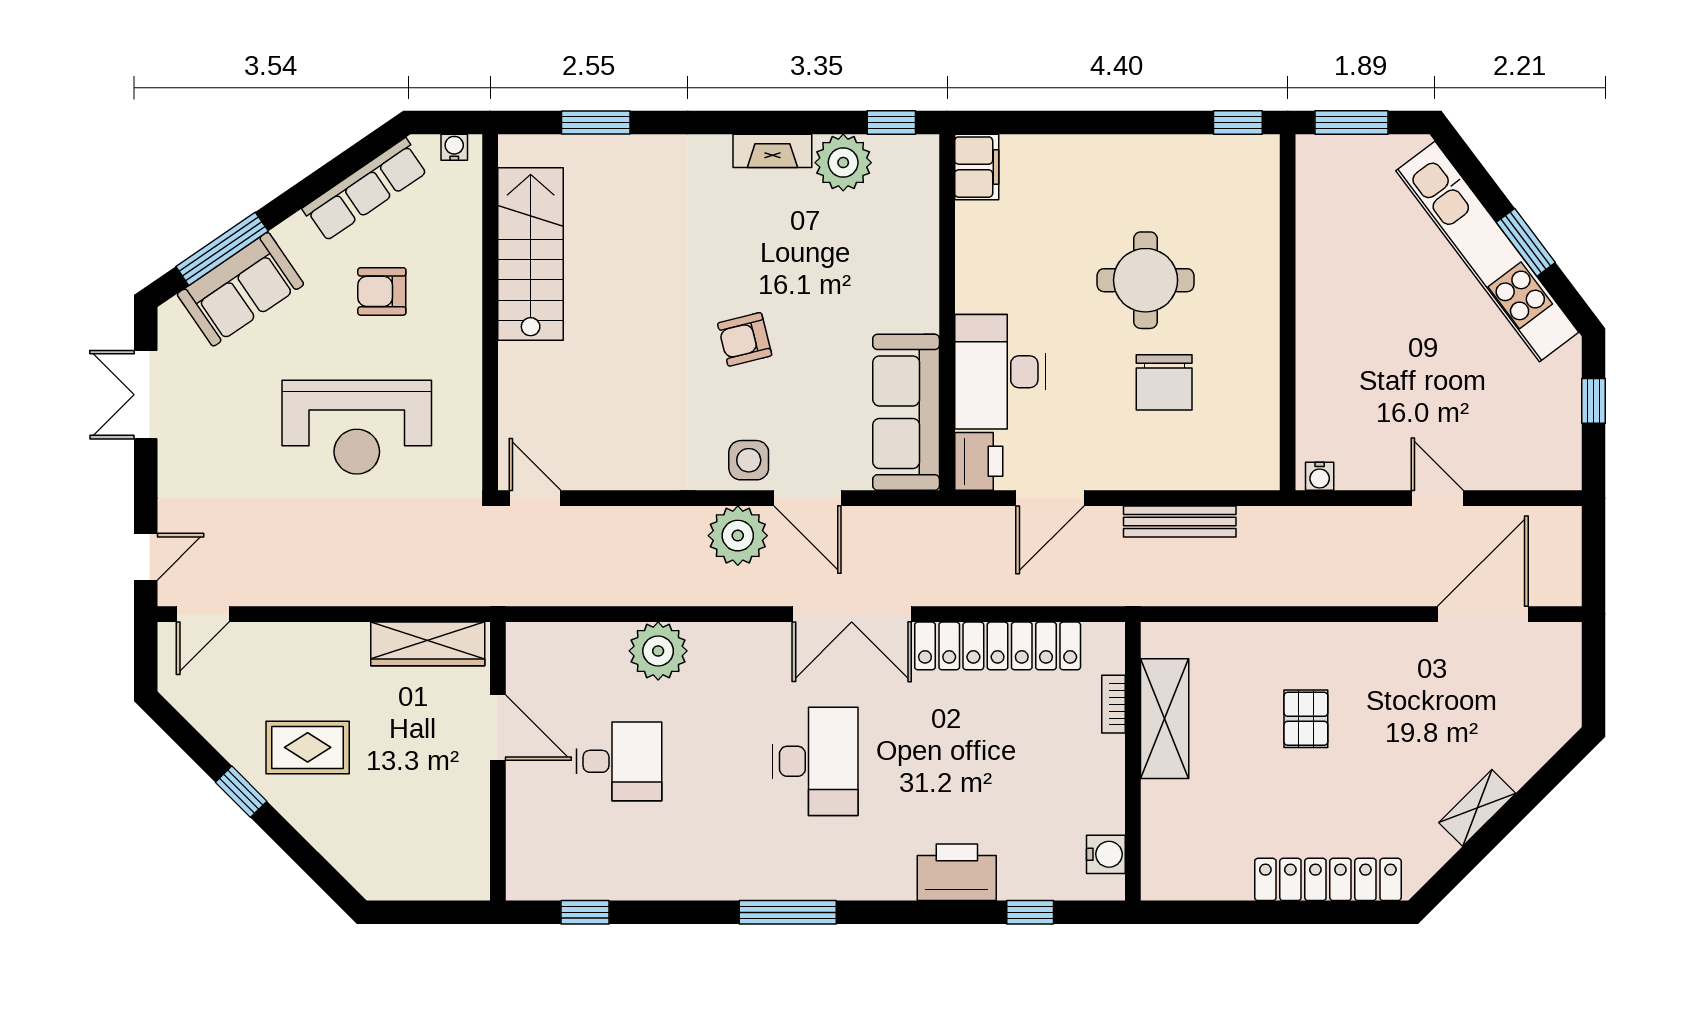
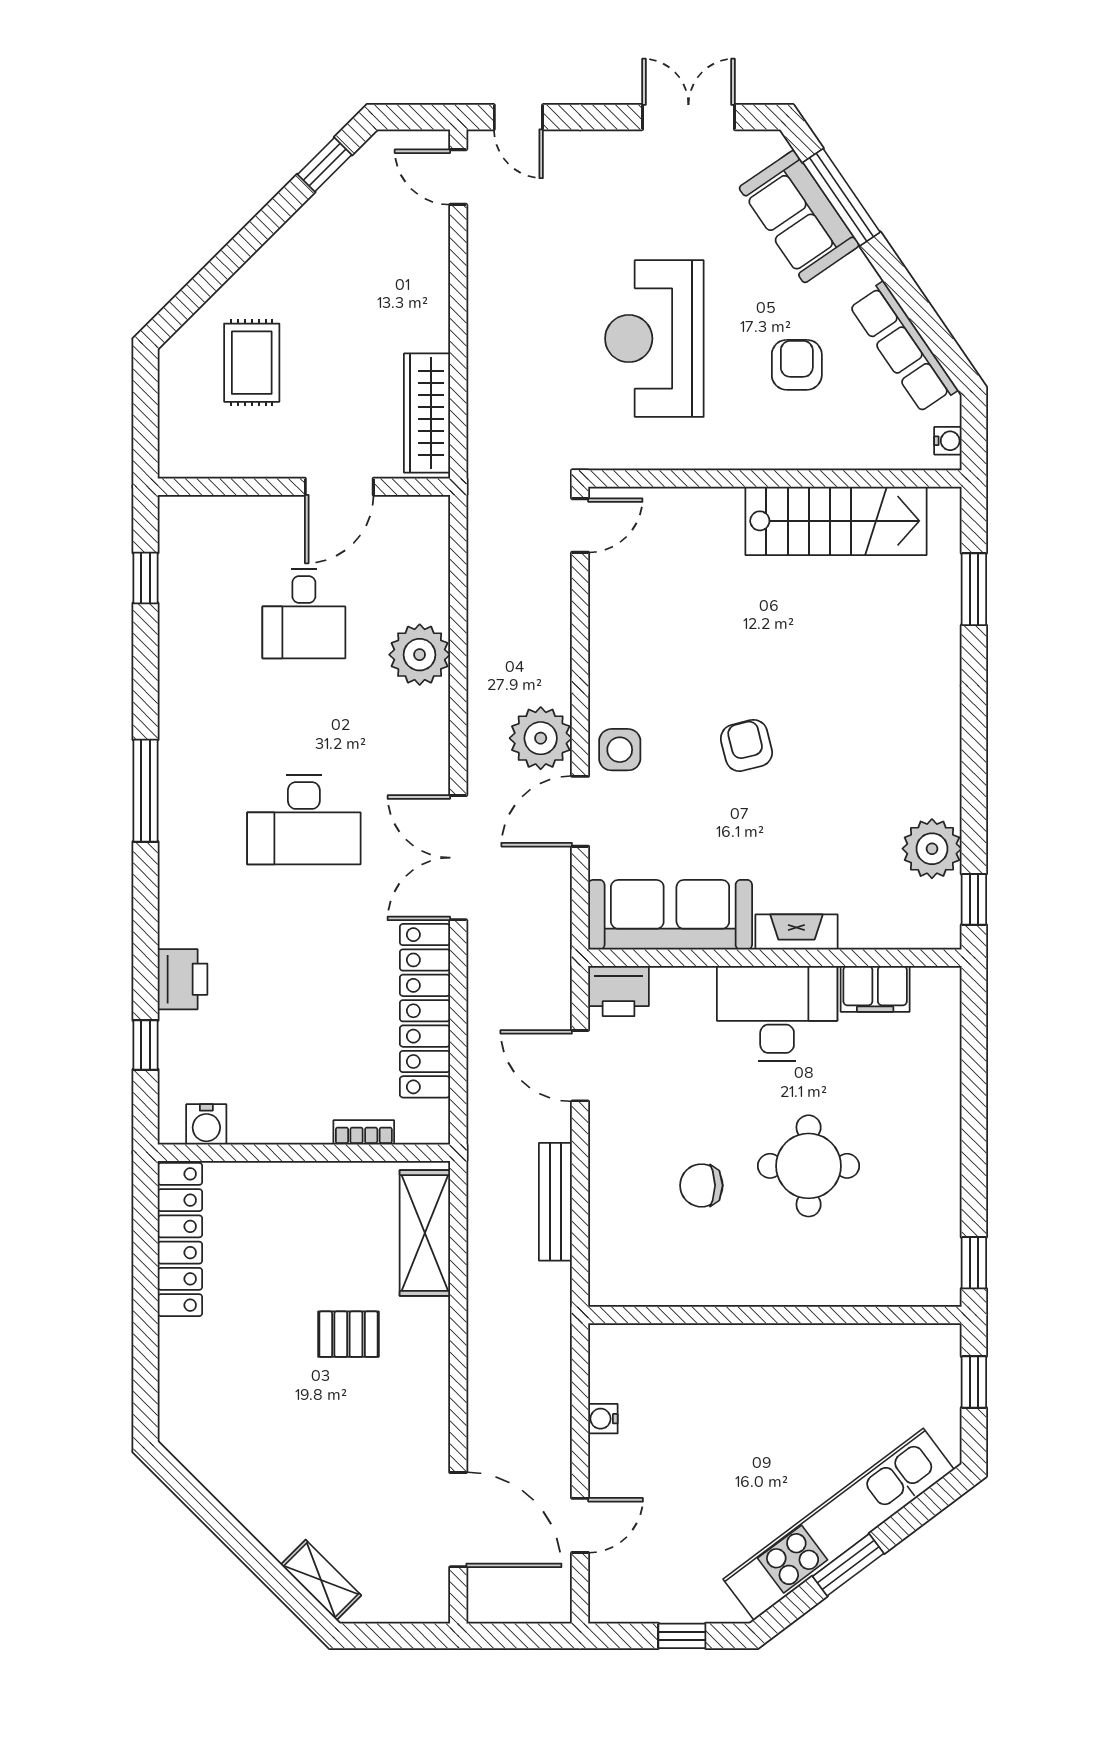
window: (1352, 123) -> (974, 1382), width x0.67
fireplace: (772, 151) -> (796, 932), moved, turned 90
filing cabinet: (977, 167) -> (875, 989), moved
desk: (1000, 372) -> (777, 1013), moved
chair: (1164, 382) -> (701, 1185), width x0.73, depth x0.73
water cooler: (1320, 476) -> (603, 1419), moved
door: (1437, 498) -> (580, 1525), moved
shelving: (1165, 719) -> (425, 1233), moved, turned 90
rug: (308, 747) -> (252, 363), moved
window: (241, 792) -> (325, 165), moved
shelving: (1477, 808) -> (321, 1580), moved
printer: (957, 872) -> (183, 979), width x0.73, depth x0.84
locker: (1328, 879) -> (180, 1239), moved

